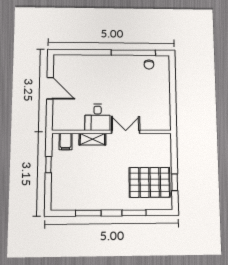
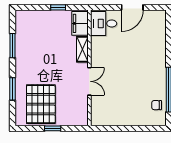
desk: (98, 117) -> (104, 23), moved
filing cabinet: (66, 142) -> (80, 23), width x2.00
window: (175, 182) -> (53, 128), moved

